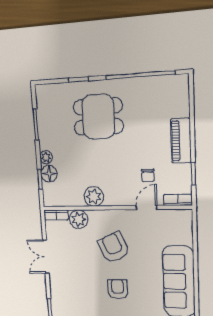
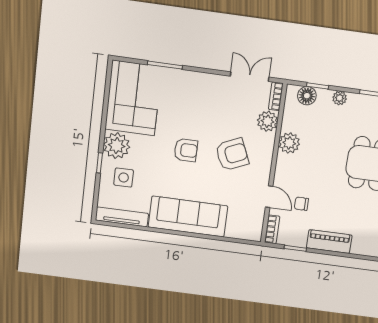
floor lamp: (49, 174) -> (307, 96), moved
double door: (46, 257) -> (250, 77), moved

